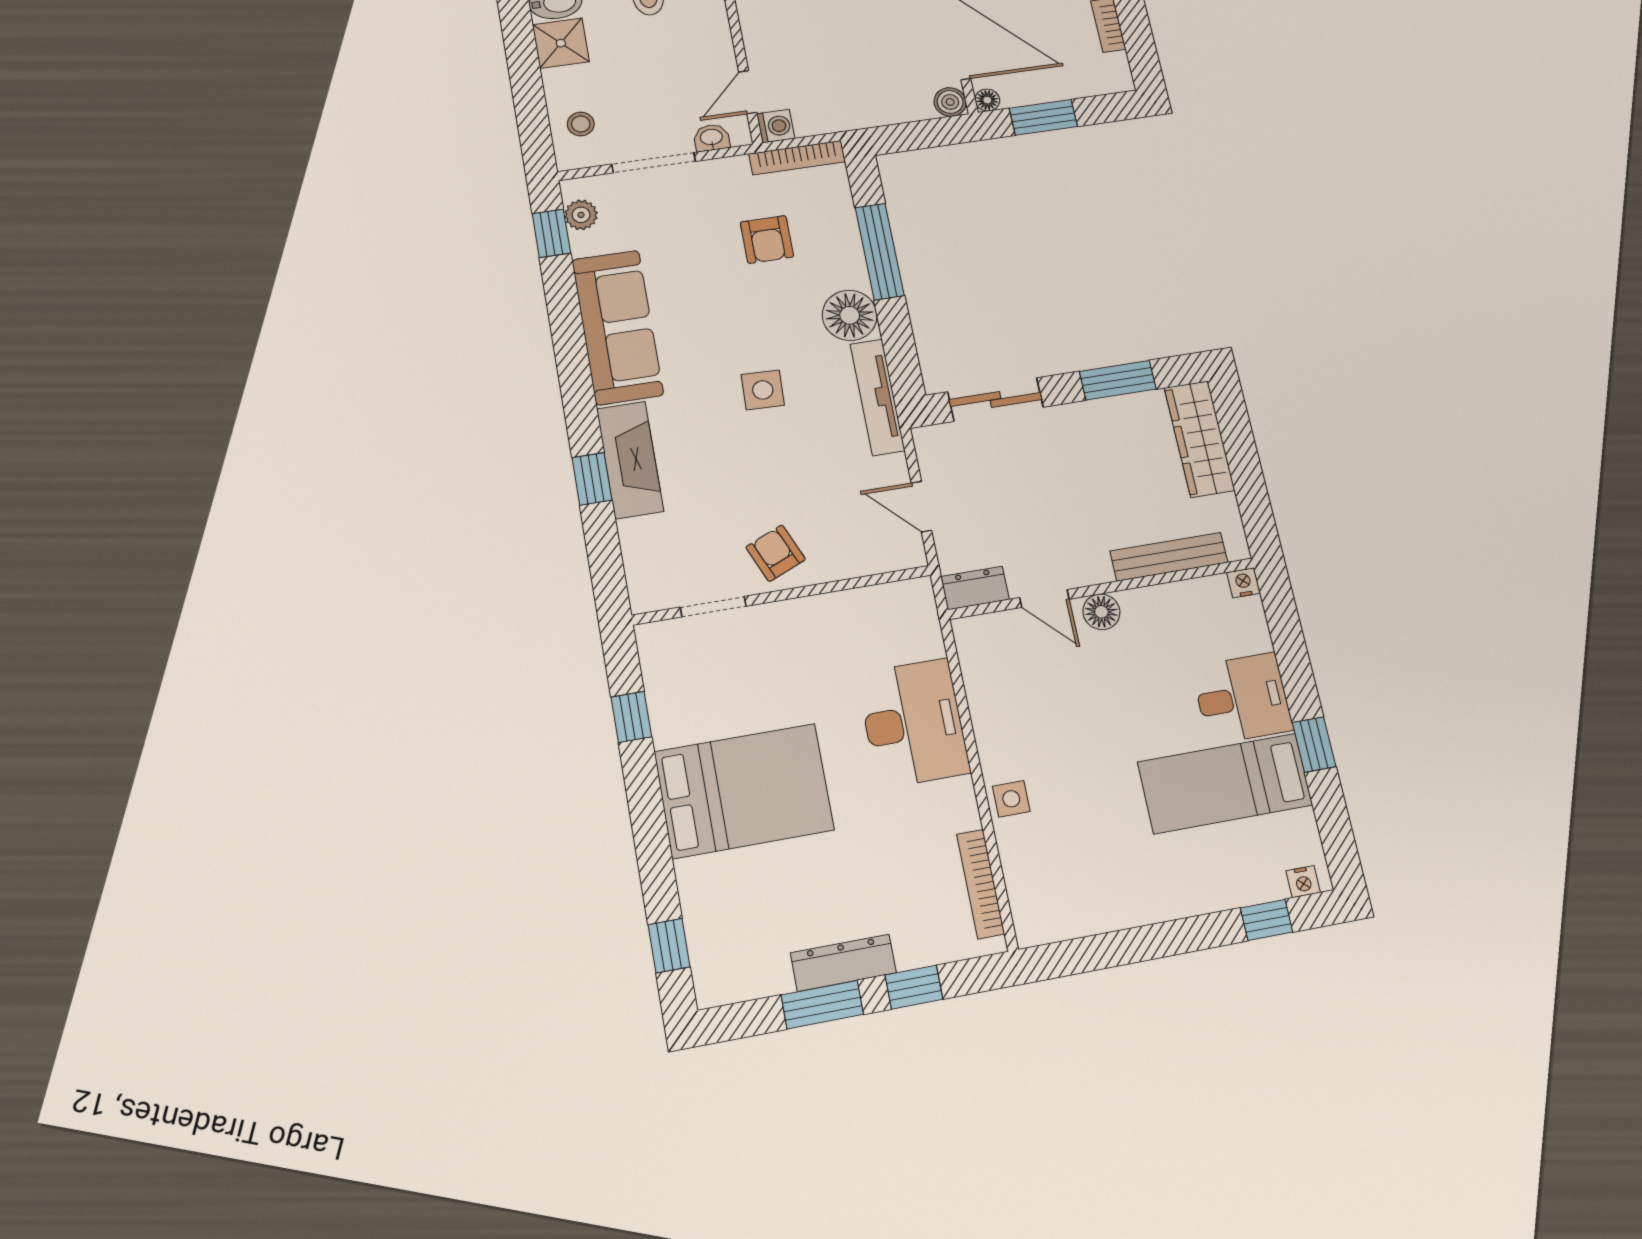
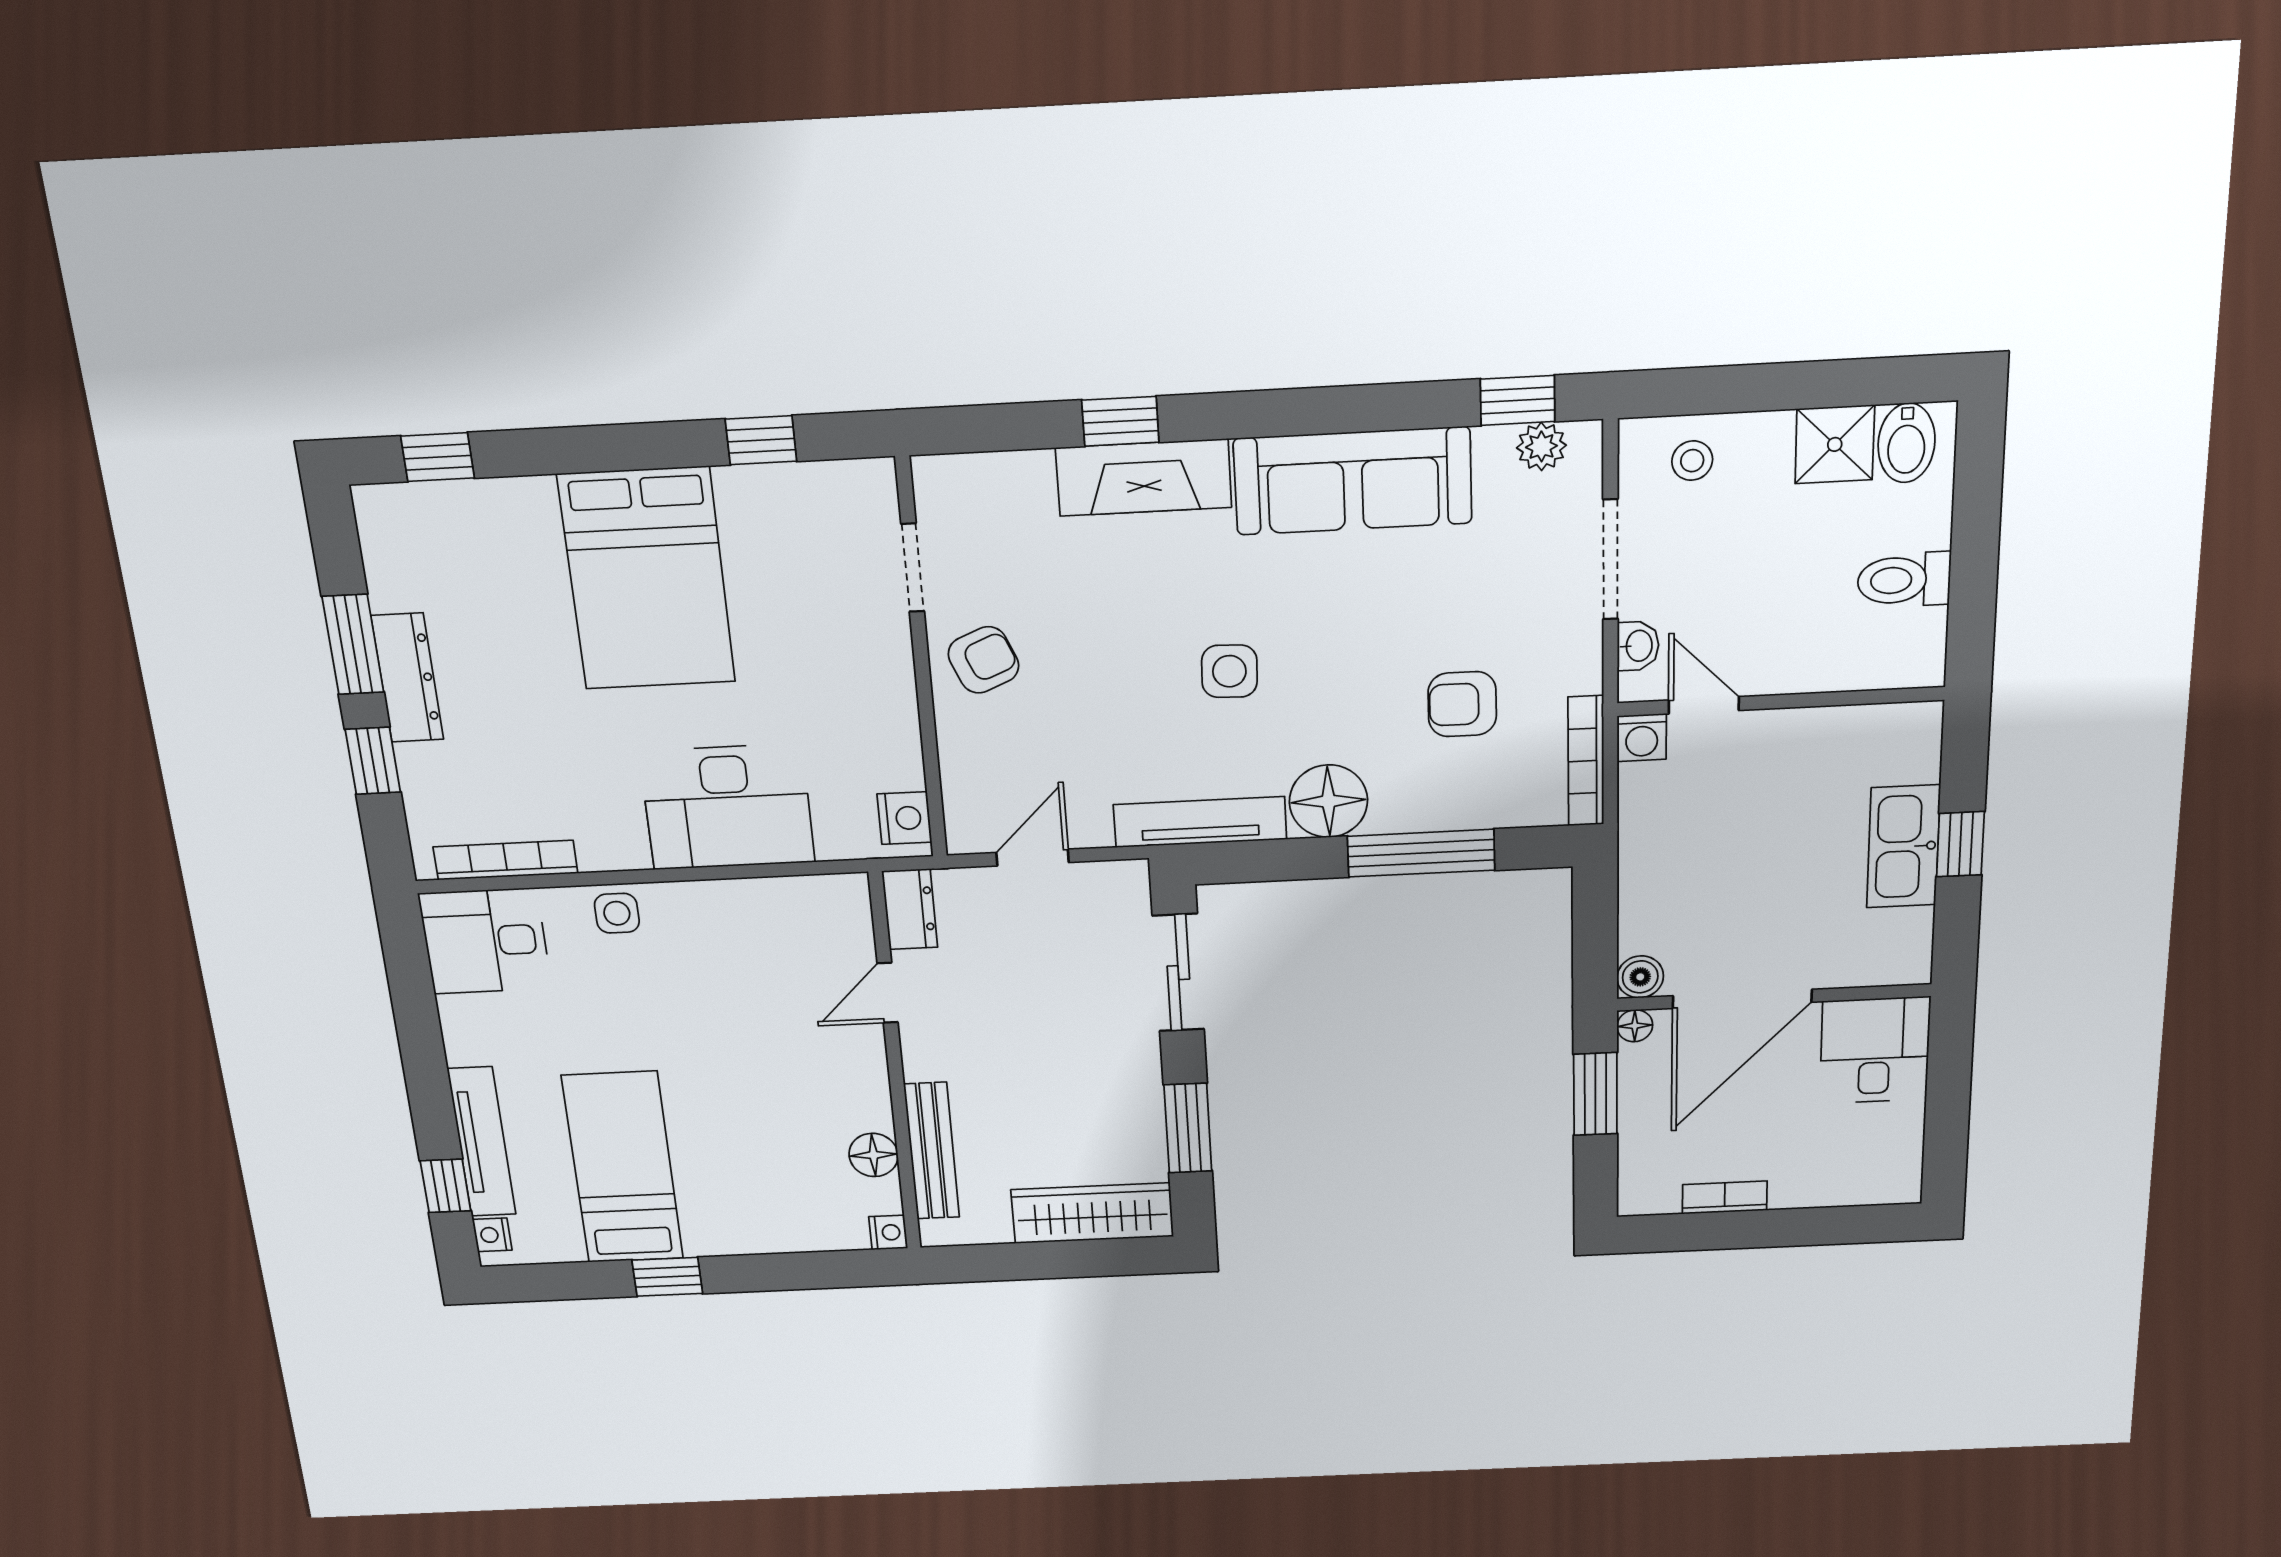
nightstand: (904, 597) -> (904, 818), added
floor lamp: (1101, 612) -> (873, 1155), moved
desk: (1242, 698) -> (485, 941), moved, turned 90
tv unit: (1223, 893) -> (482, 1142), added

